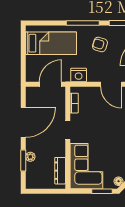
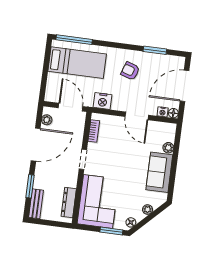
window: (83, 23) -> (74, 40), moved
door: (50, 84) -> (71, 107), hinge flipped
plant: (30, 157) -> (47, 120), moved
bench: (31, 176) -> (36, 204), added

